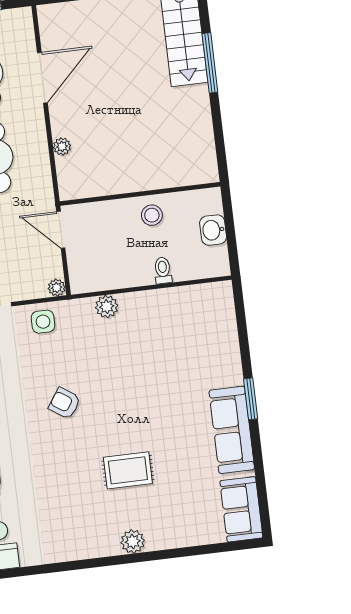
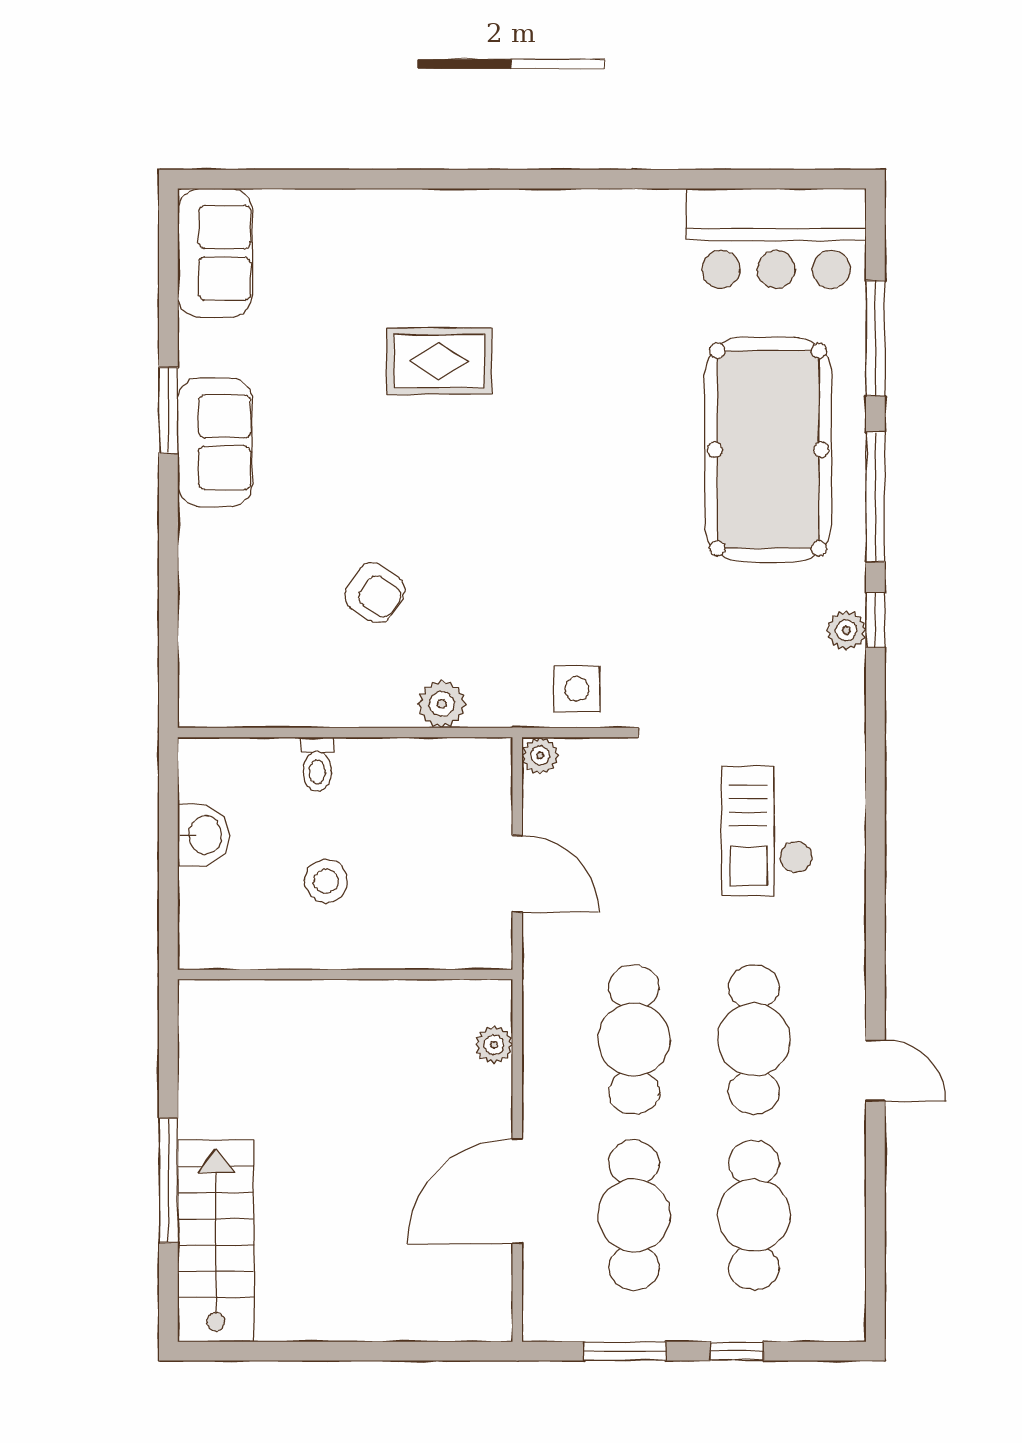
wall: (140, 194) -> (345, 974), moved
window: (251, 399) -> (168, 410), moved
armchair: (65, 403) -> (375, 593), moved
sofa: (232, 430) -> (215, 442), width x0.73
plant: (133, 542) -> (447, 214), removed

